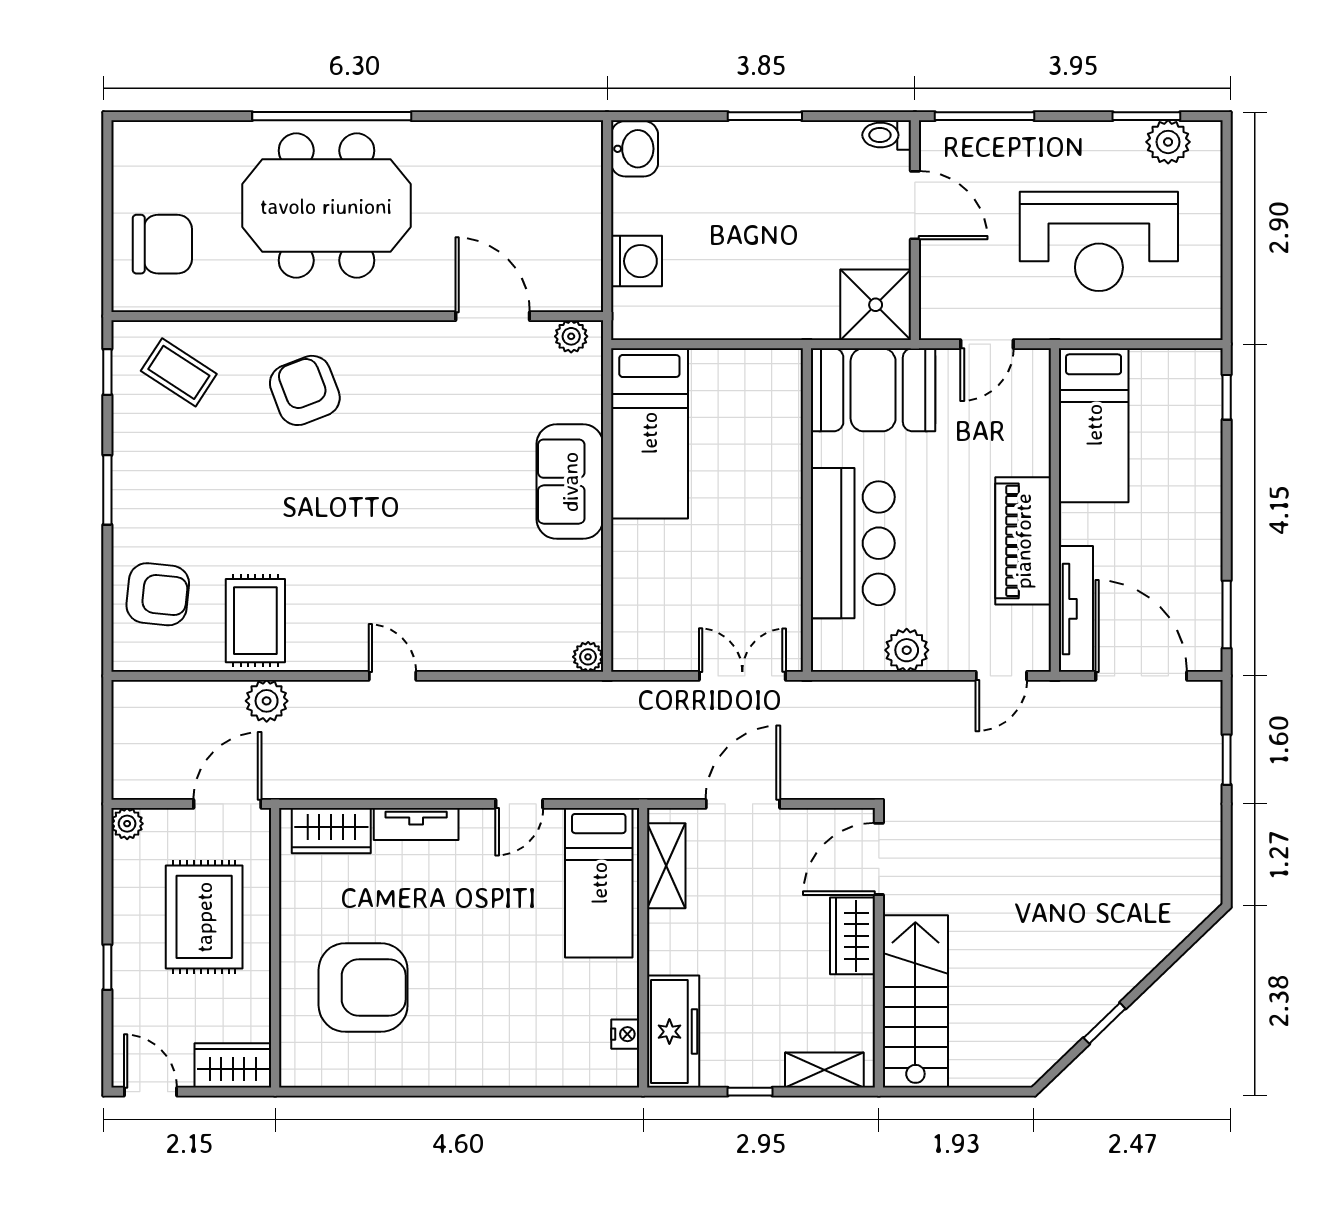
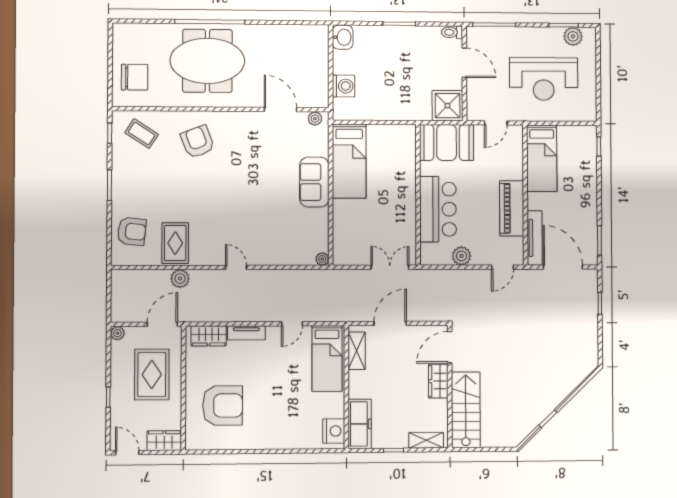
nightstand: (625, 1034) -> (334, 431), width x1.89, depth x1.79

